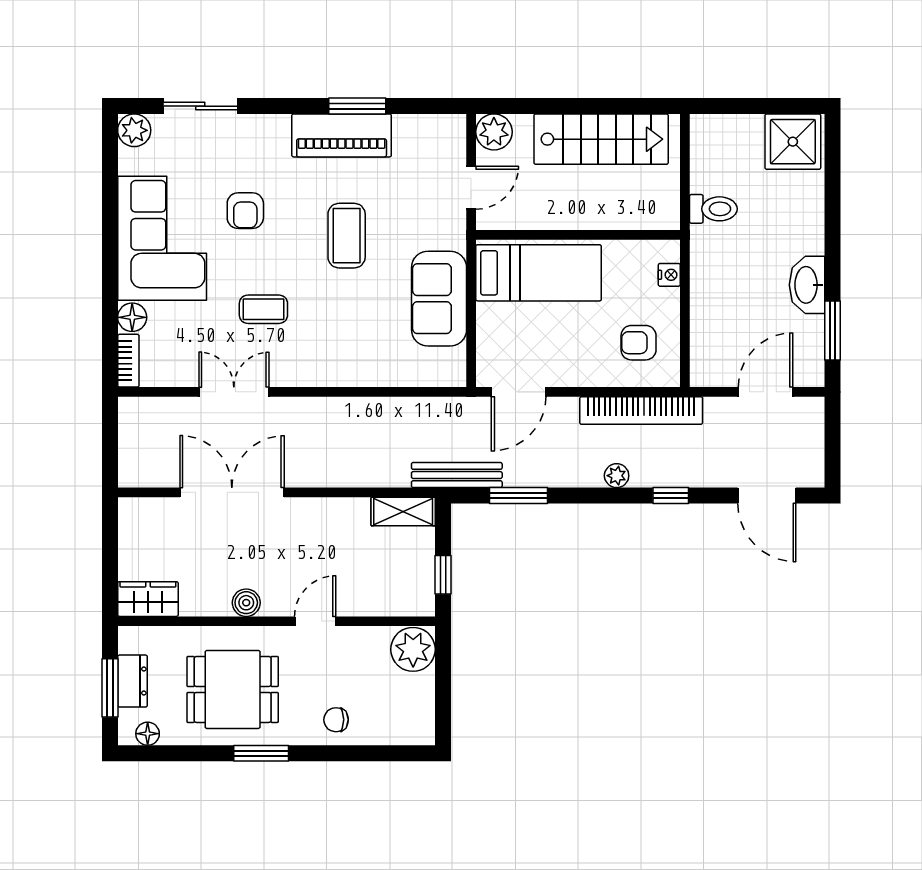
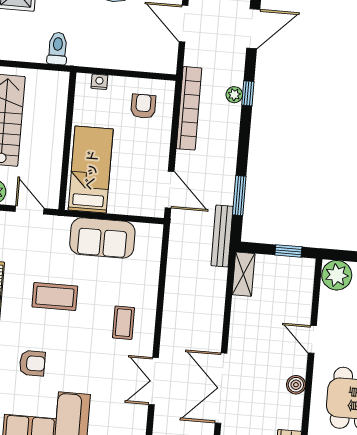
coffee table: (263, 309) -> (123, 323), moved
armchair: (639, 343) -> (143, 106), turned 180
plant: (617, 476) -> (234, 95), moved

